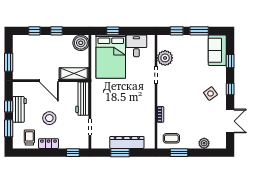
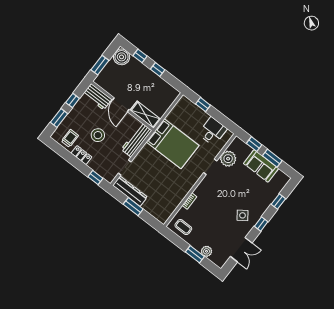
boiler: (81, 43) -> (122, 57), moved
sofa: (217, 50) -> (261, 166), moved, turned -90
bed: (111, 57) -> (173, 144), moved, turned -90
workbench: (19, 109) -> (97, 97), moved, turned 90
dresser: (127, 142) -> (130, 191), moved
window: (179, 153) -> (195, 254), moved

